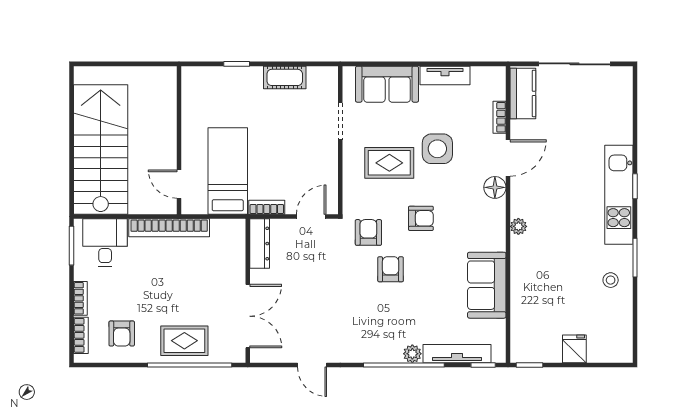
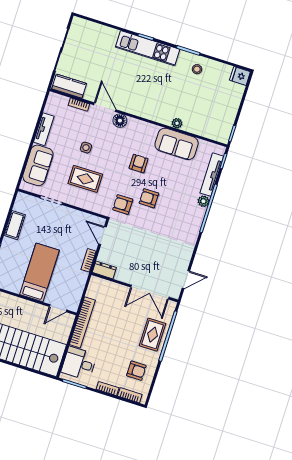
side table: (437, 149) -> (86, 148), width x0.54, depth x0.54
rug: (389, 163) -> (85, 179), turned 90
bed: (228, 171) -> (39, 272), moved, turned 90
armchair: (421, 218) -> (139, 164), moved
plant: (518, 226) -> (177, 123), moved
dresser: (260, 244) -> (104, 270), width x0.70
double door: (248, 316) -> (150, 292), swing flipped
fridge: (574, 349) -> (240, 76), moved
door: (312, 365) -> (186, 280), moved

